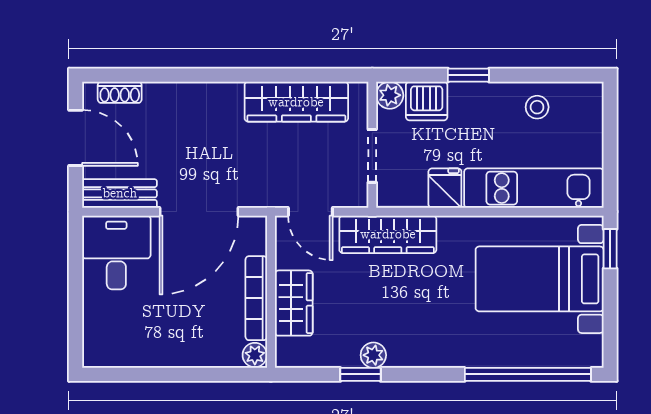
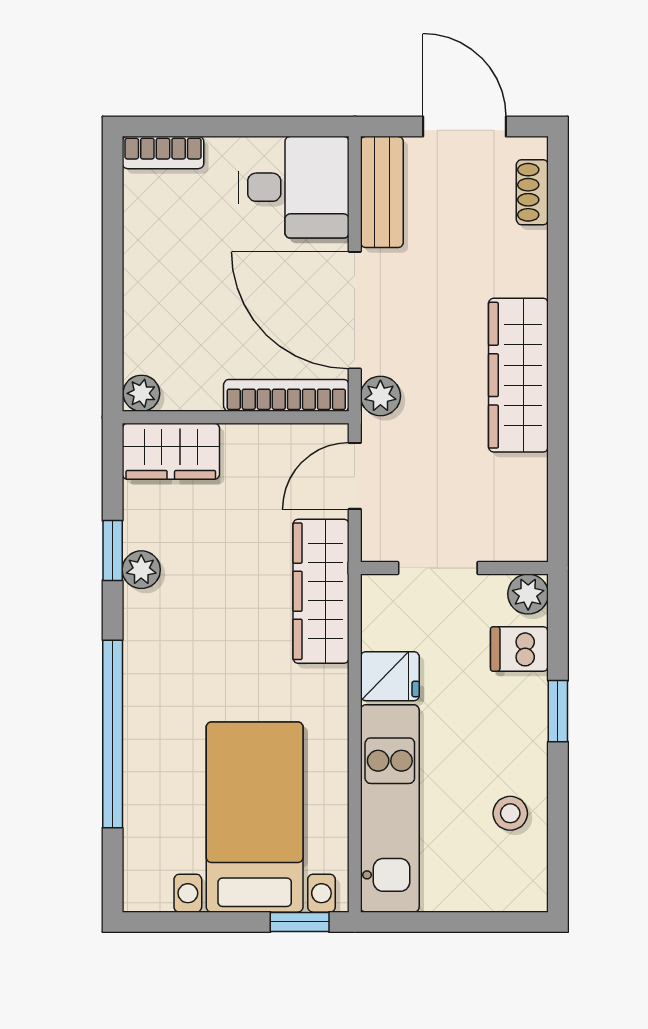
dishwasher: (427, 101) -> (519, 649), width x0.73
wardrobe: (296, 102) -> (518, 375), moved
door: (76, 138) -> (465, 127), swing flipped
plant: (257, 194) -> (380, 396), added
bookcase: (256, 298) -> (286, 395), moved
wardrobe: (294, 303) -> (171, 451), moved
bookcase: (93, 341) -> (163, 153), added
window: (528, 374) -> (113, 734), moved

